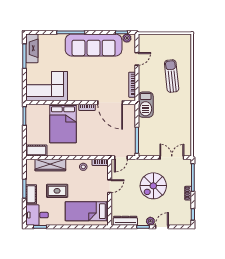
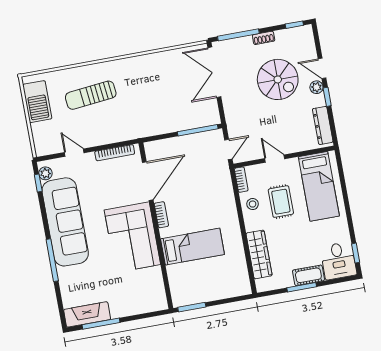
corner sofa: (47, 86) -> (132, 237), moved
barbecue: (146, 105) -> (37, 102), moved, turned 90
bed: (63, 123) -> (192, 247), width x0.67
cot: (36, 151) -> (241, 280), removed
door: (121, 158) -> (228, 149), hinge flipped
double door: (172, 158) -> (214, 72), width x1.37
spiral stairs: (153, 186) -> (278, 79), moved
rug: (57, 191) -> (281, 202), moved

